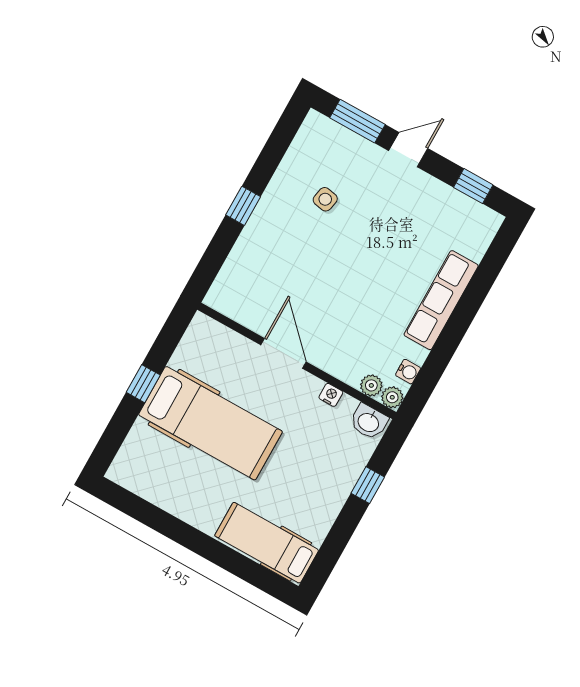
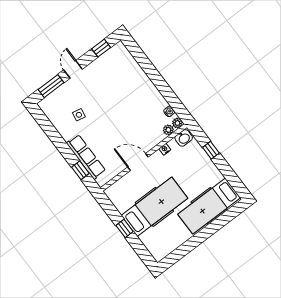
window: (243, 206) -> (80, 170), moved
row of seats: (441, 300) -> (86, 157), moved, turned 180
hospital bed: (267, 543) -> (209, 206), width x1.37, depth x1.29

